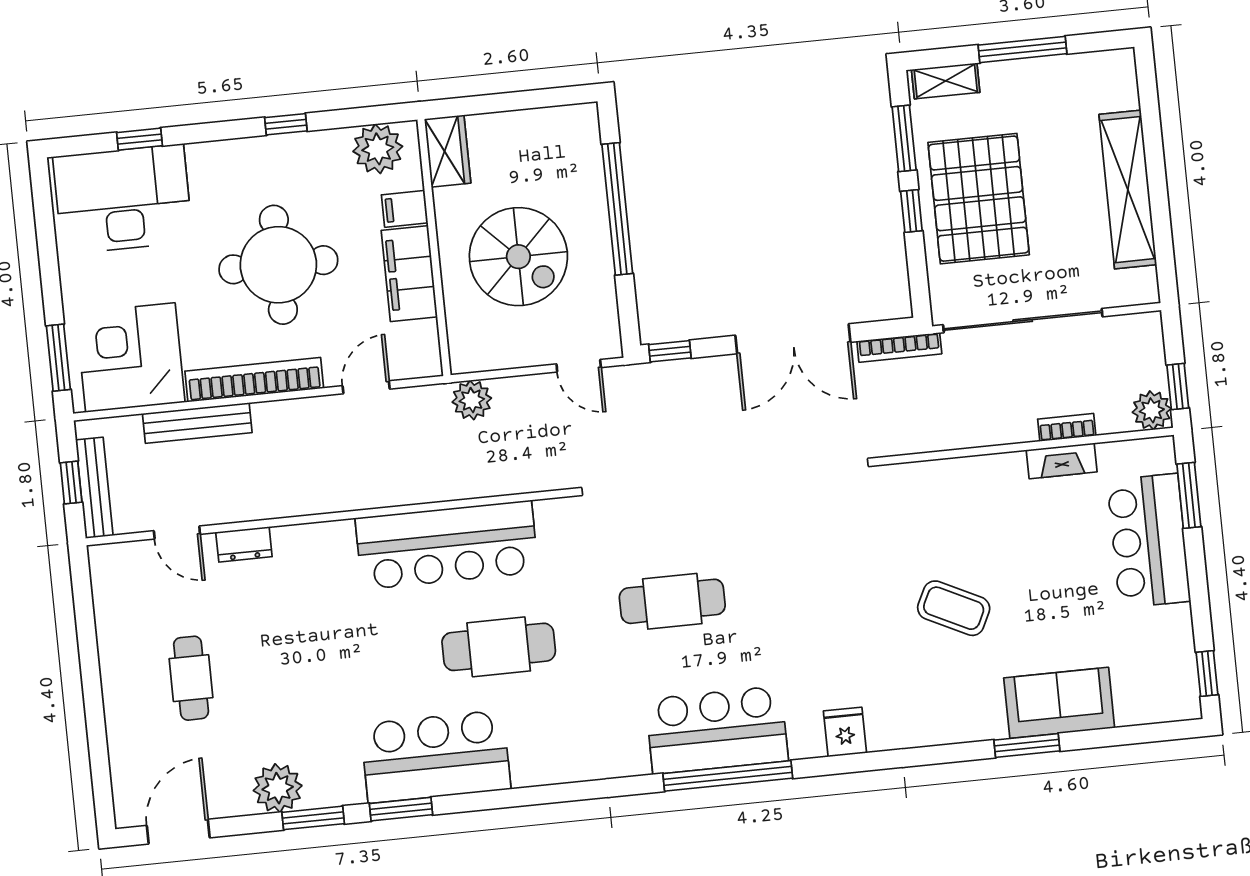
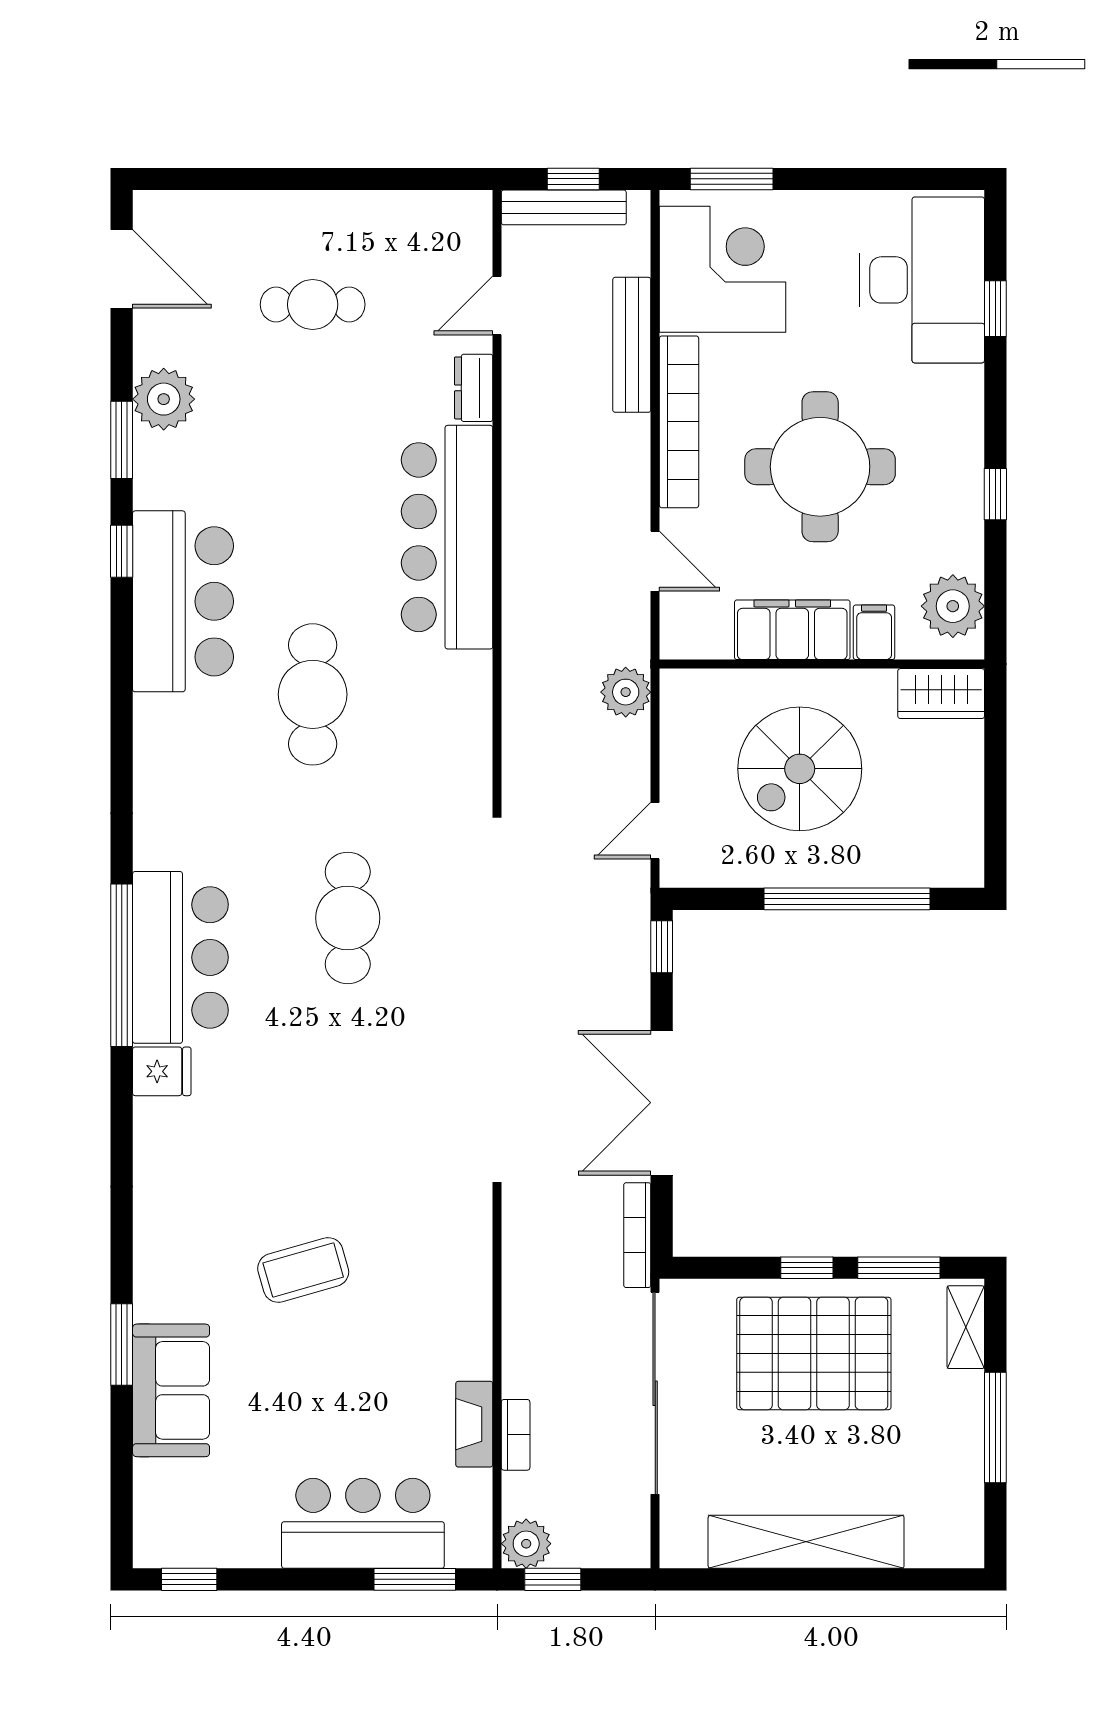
bar counter: (447, 545) -> (447, 537), moved
coffee table: (954, 608) -> (303, 1270), turned 48
fridge: (845, 732) -> (162, 1071), moved
window: (401, 809) -> (122, 551), width x0.67

